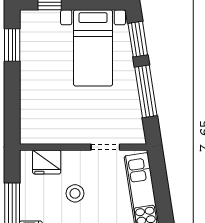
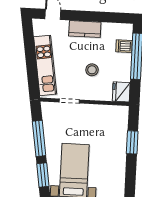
window: (12, 45) -> (132, 142), moved
fridge: (47, 162) -> (121, 92), moved, turned -90

